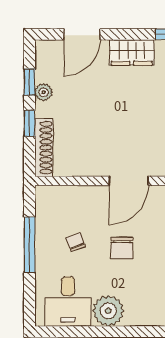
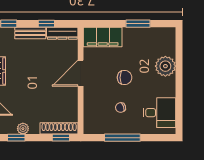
window: (29, 123) -> (61, 138), moved
door: (129, 181) -> (81, 73), swing flipped
plant: (108, 311) -> (165, 66), moved

